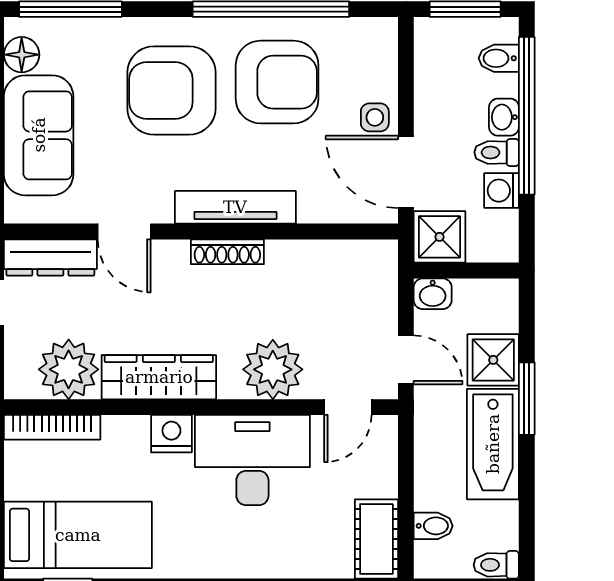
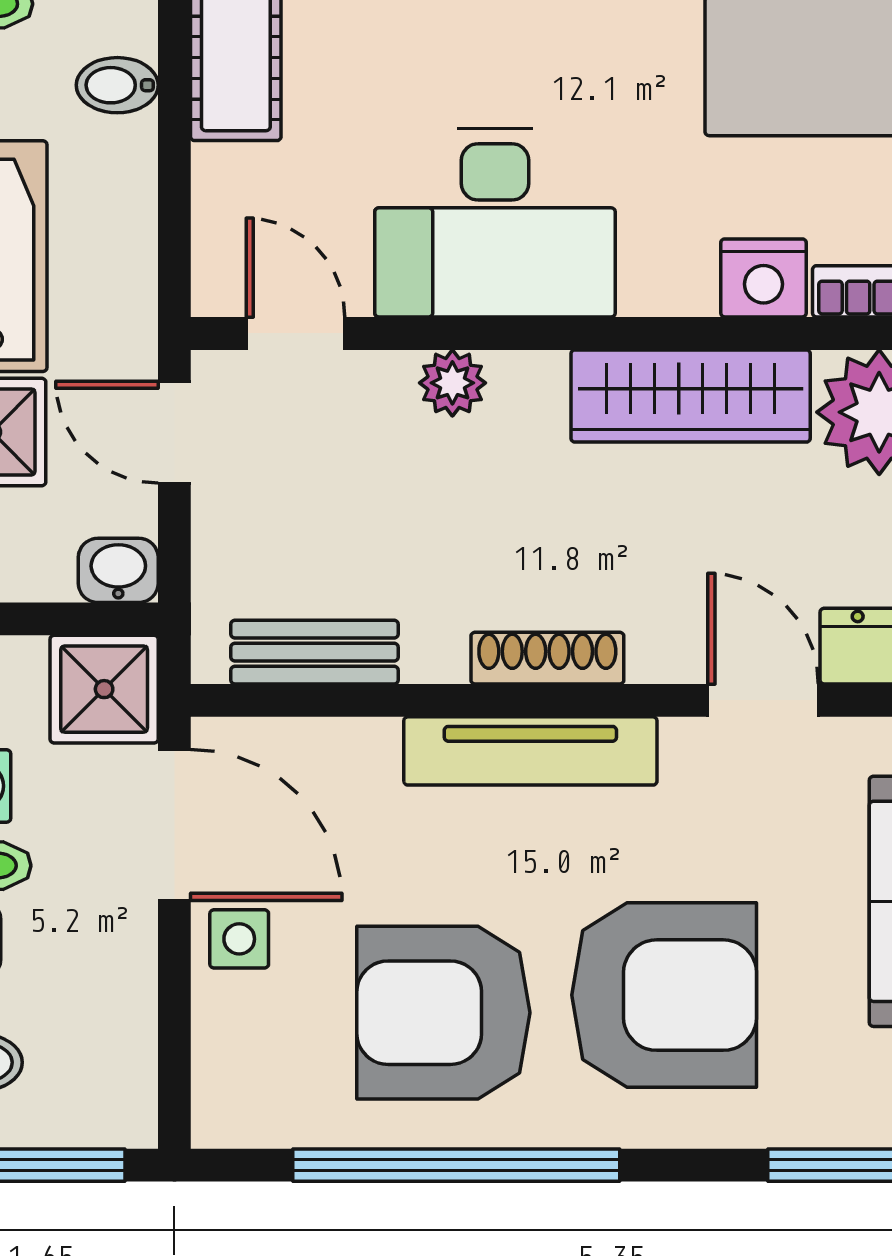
bench: (339, 255) -> (315, 652), added
plant: (273, 369) -> (452, 383), width x0.53, depth x0.53
door: (348, 407) -> (295, 333), hinge flipped
nightstand: (171, 434) -> (763, 278), moved

